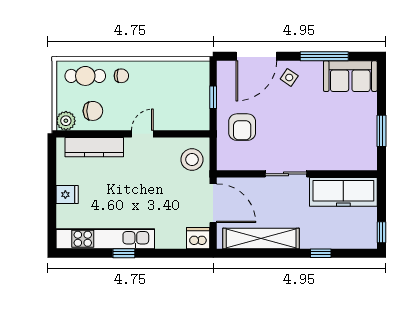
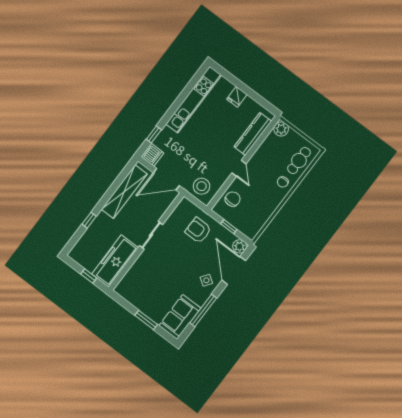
plant: (226, 70) -> (240, 246), added
chair: (93, 111) -> (233, 199), moved, turned 180
window: (381, 131) -> (146, 320), moved
window: (381, 232) -> (89, 276), moved
window: (124, 253) -> (154, 134), moved

